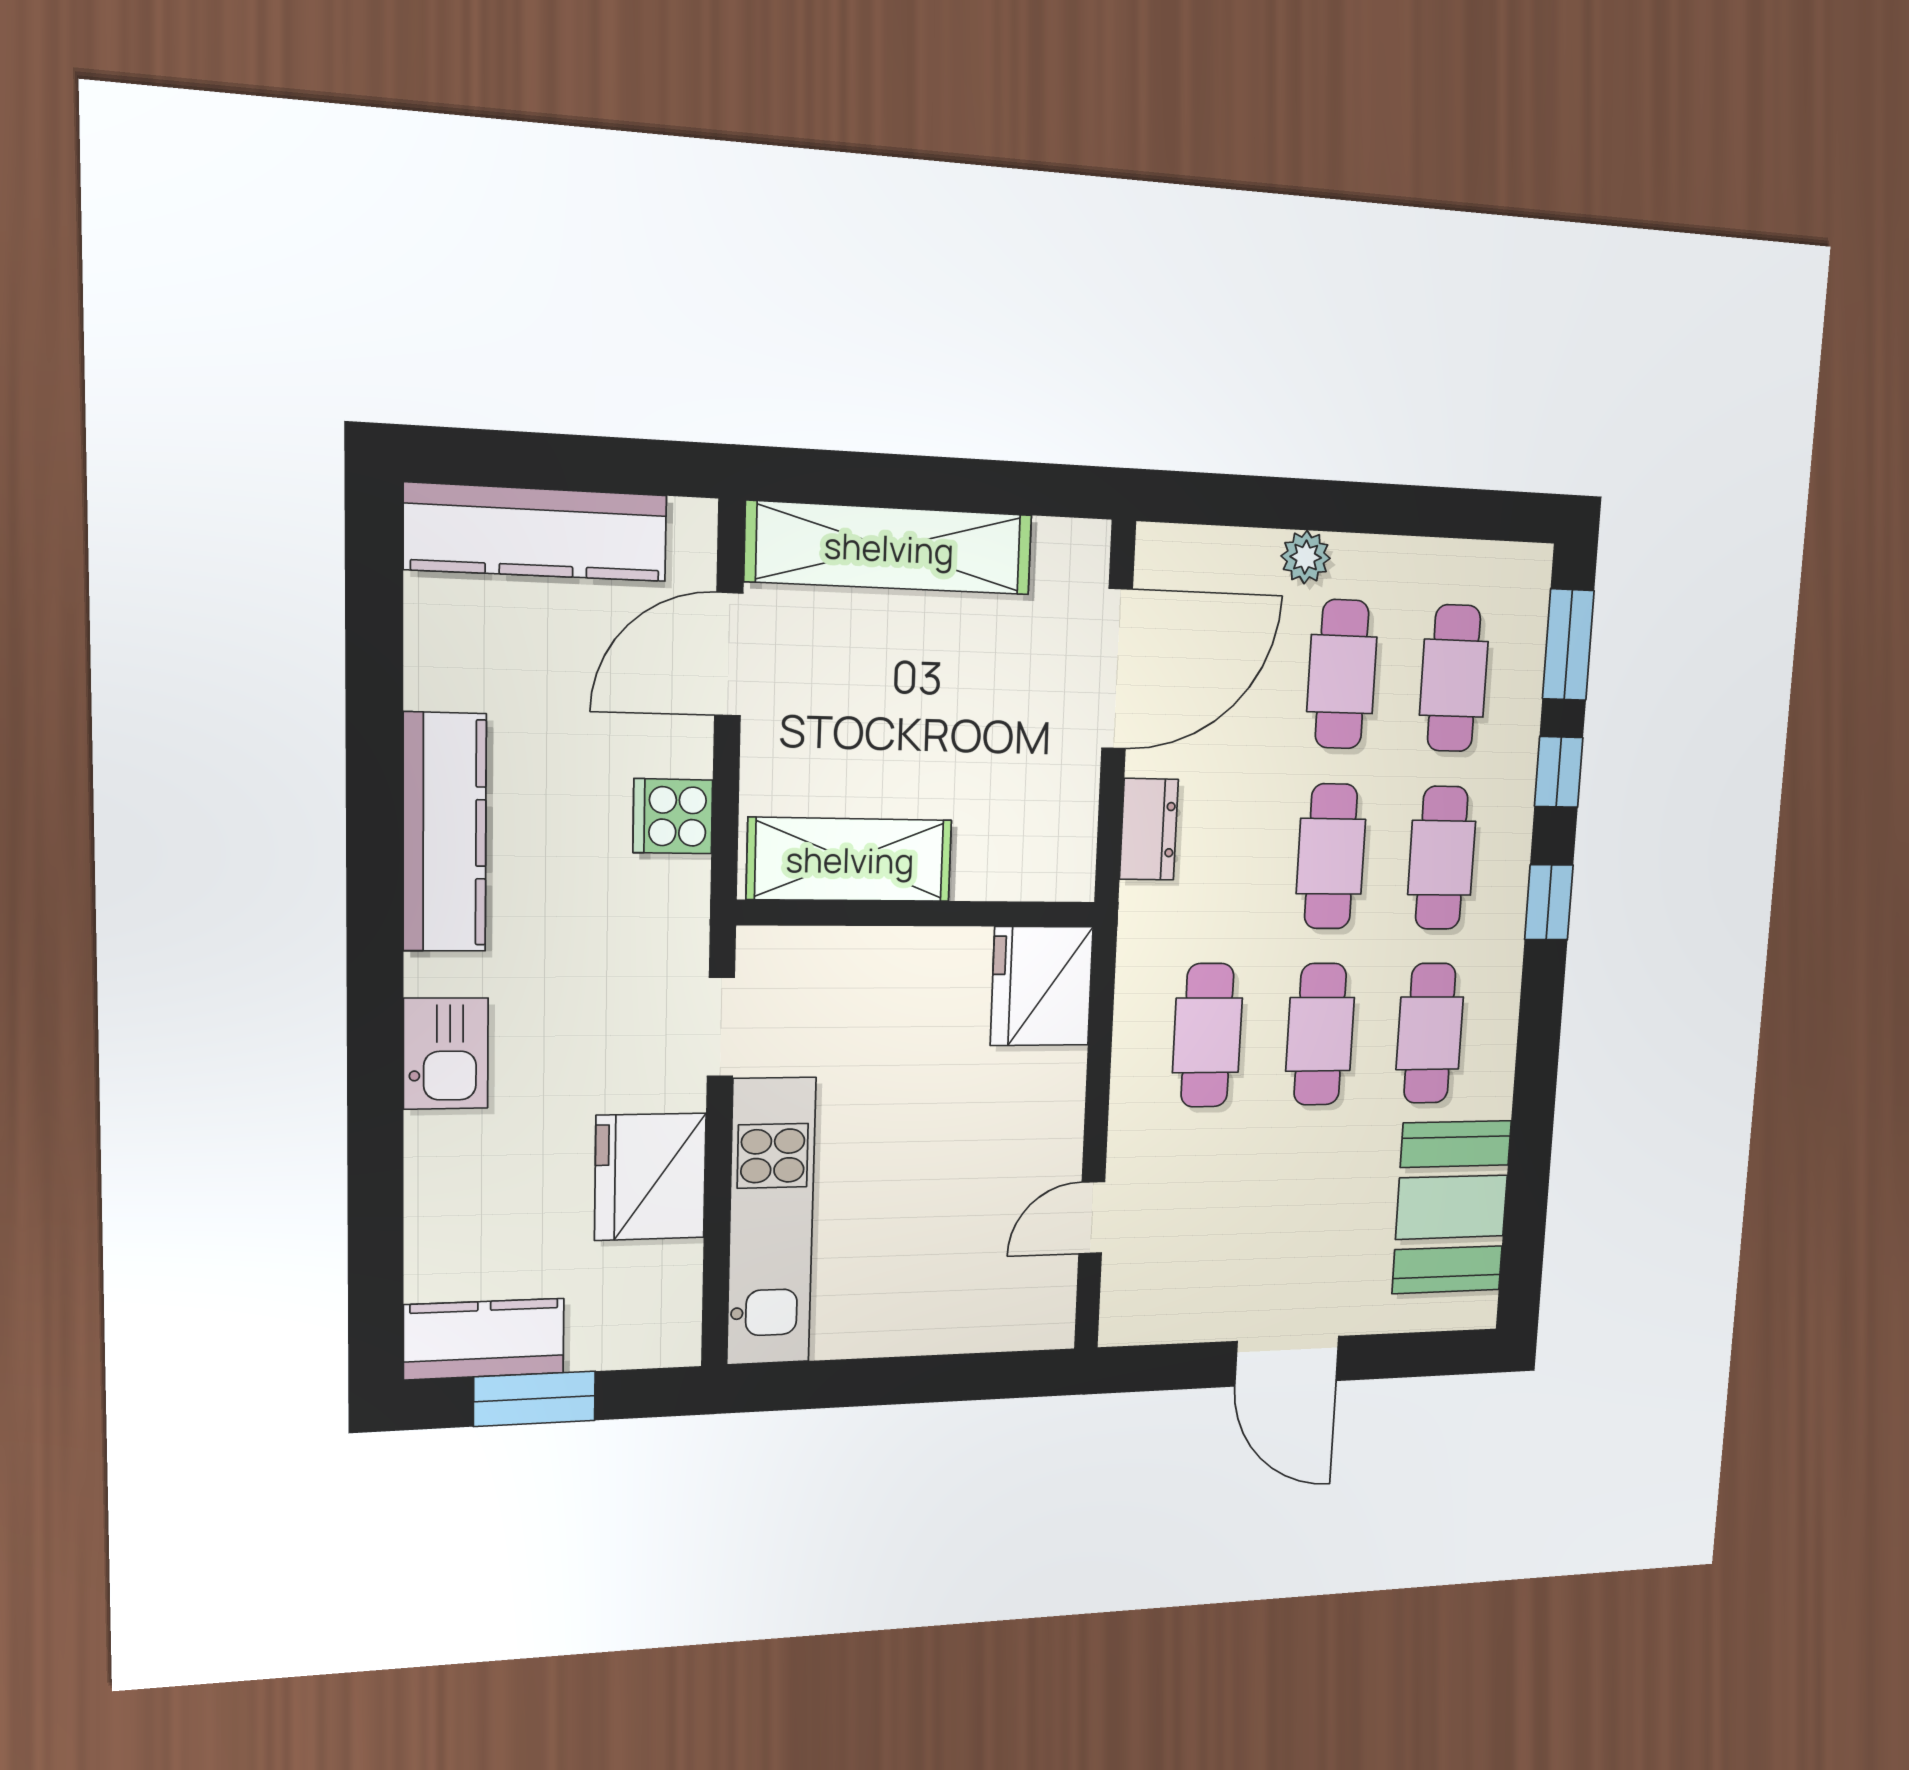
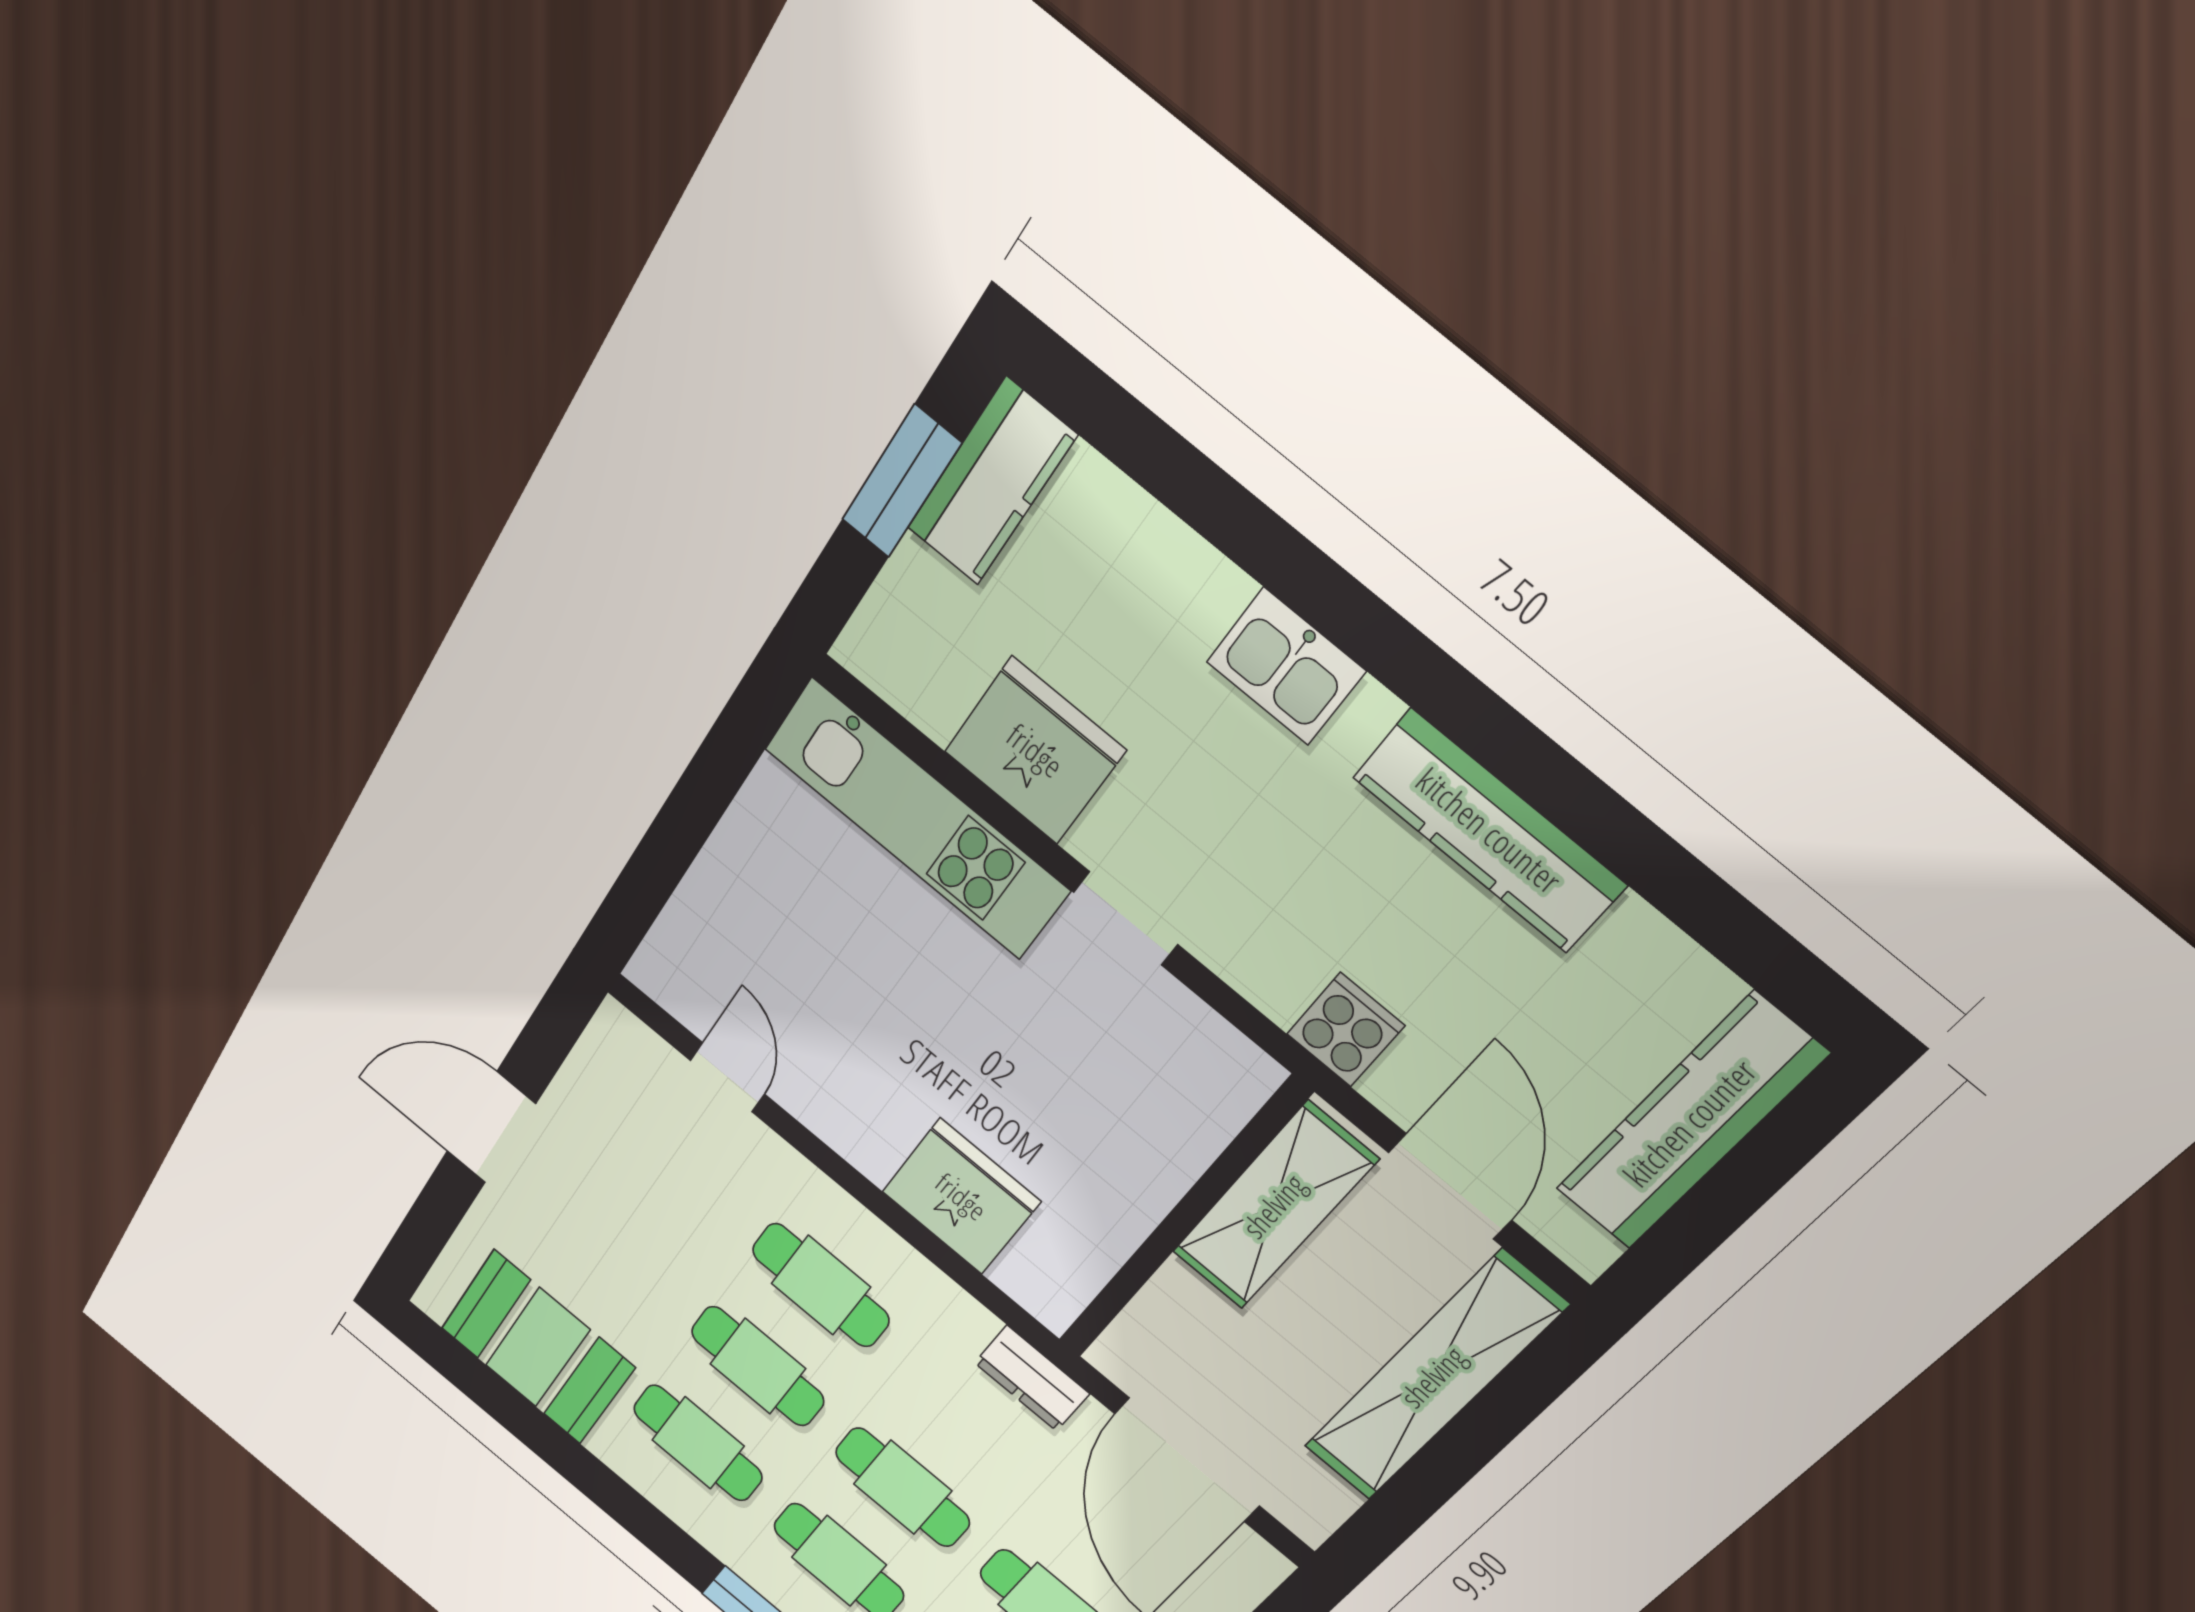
shelving: (850, 860) -> (1274, 1206), moved
wall: (919, 913) -> (1181, 1221), moved

